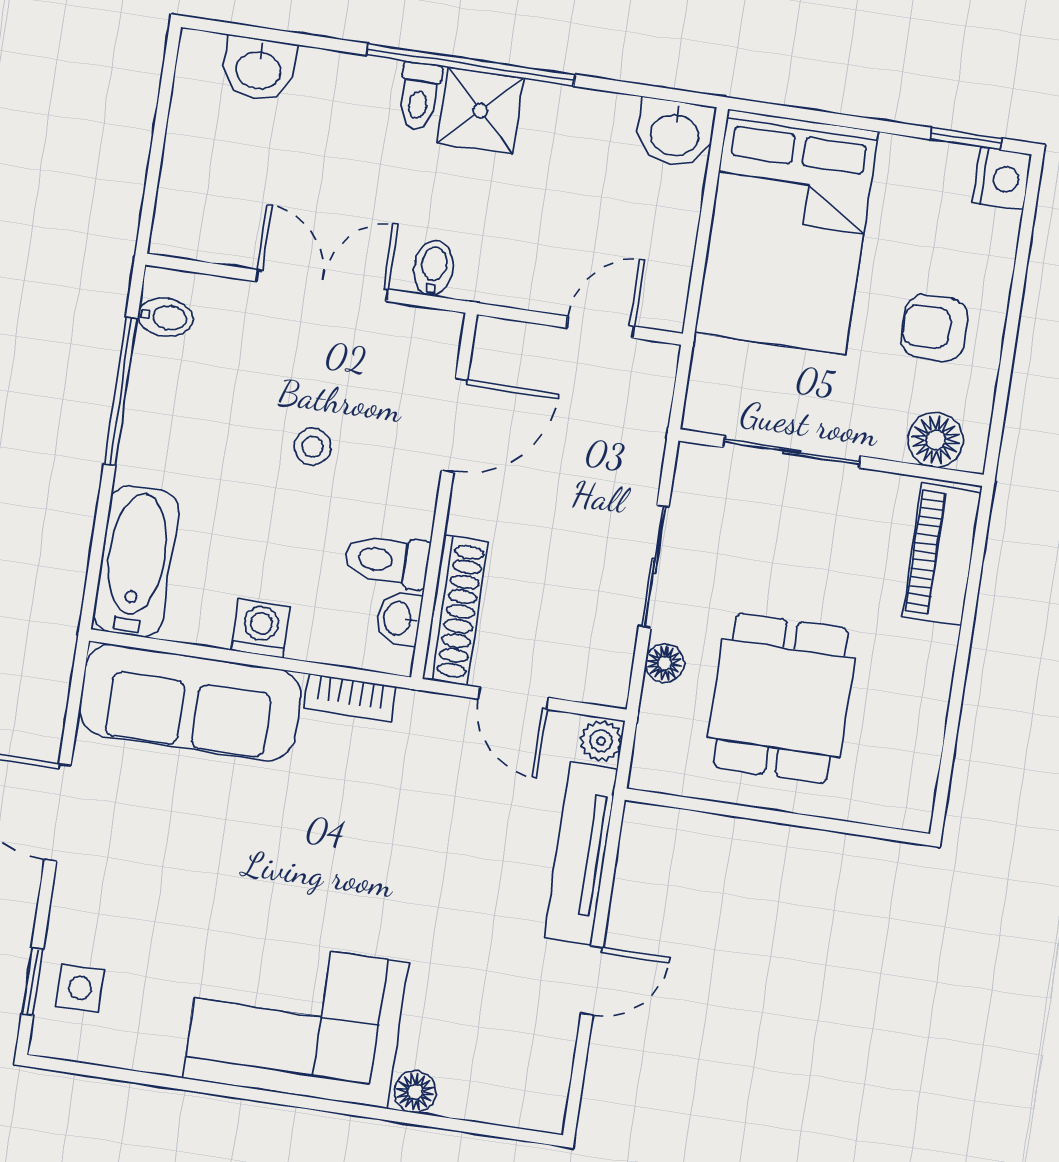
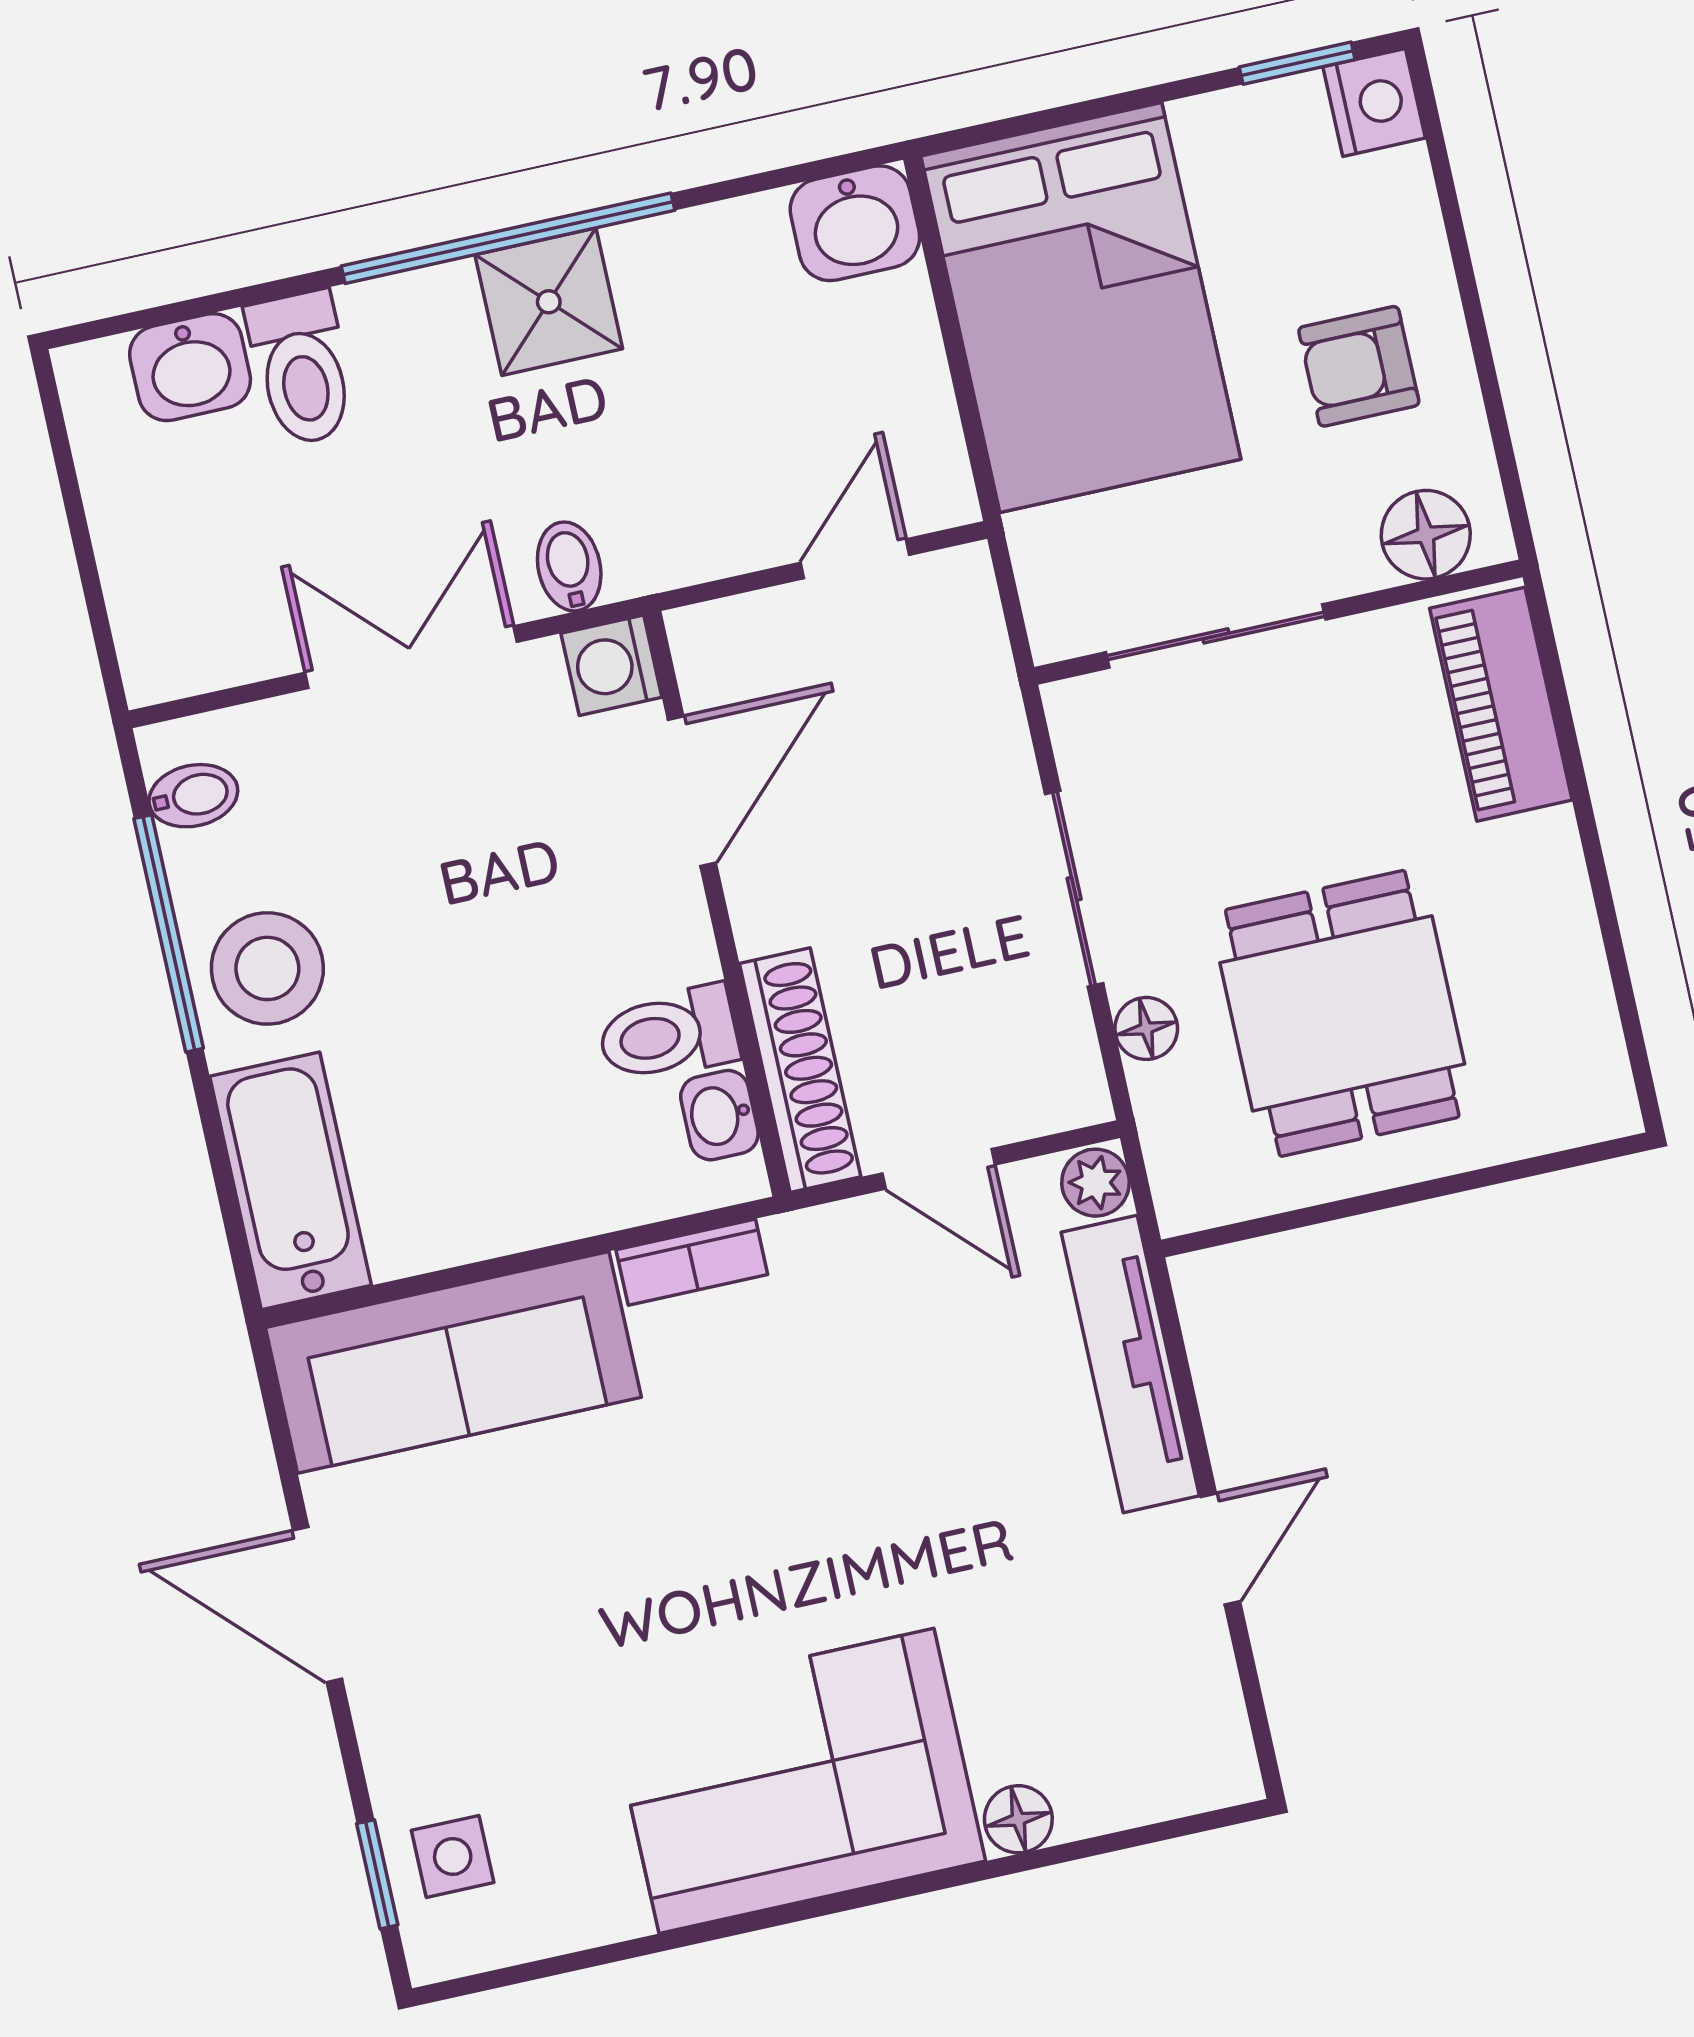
toilet: (419, 96) -> (302, 368), moved, width x1.37, depth x1.39
stool: (313, 447) -> (267, 968), moved, width x1.89, depth x1.89
washing machine: (261, 628) -> (611, 665), moved, turned -90

